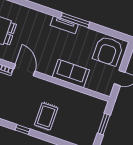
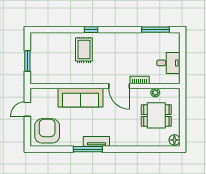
sofa: (71, 74) -> (81, 98), width x1.36
window: (23, 130) -> (91, 30), moved

